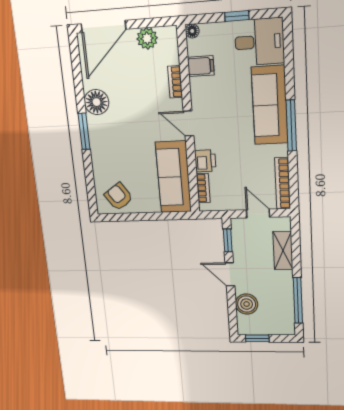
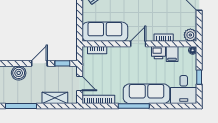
plant: (147, 38) -> (190, 35), moved
printer: (205, 161) -> (158, 53), moved
door: (258, 213) -> (80, 83), hinge flipped

